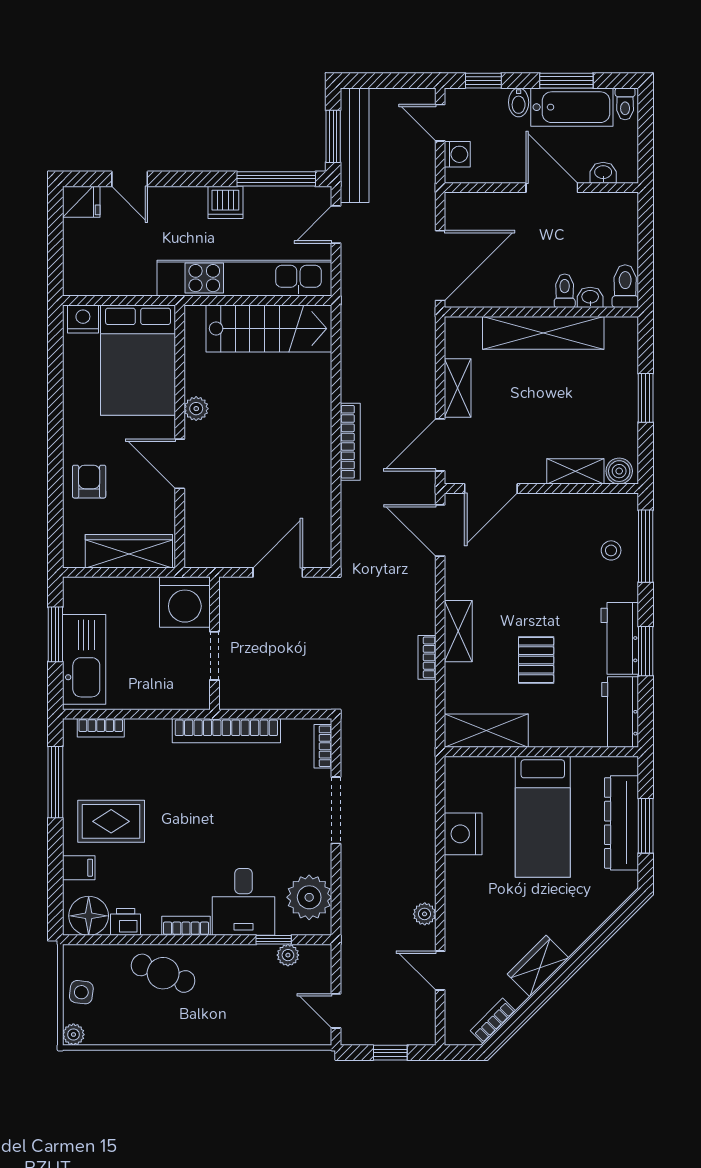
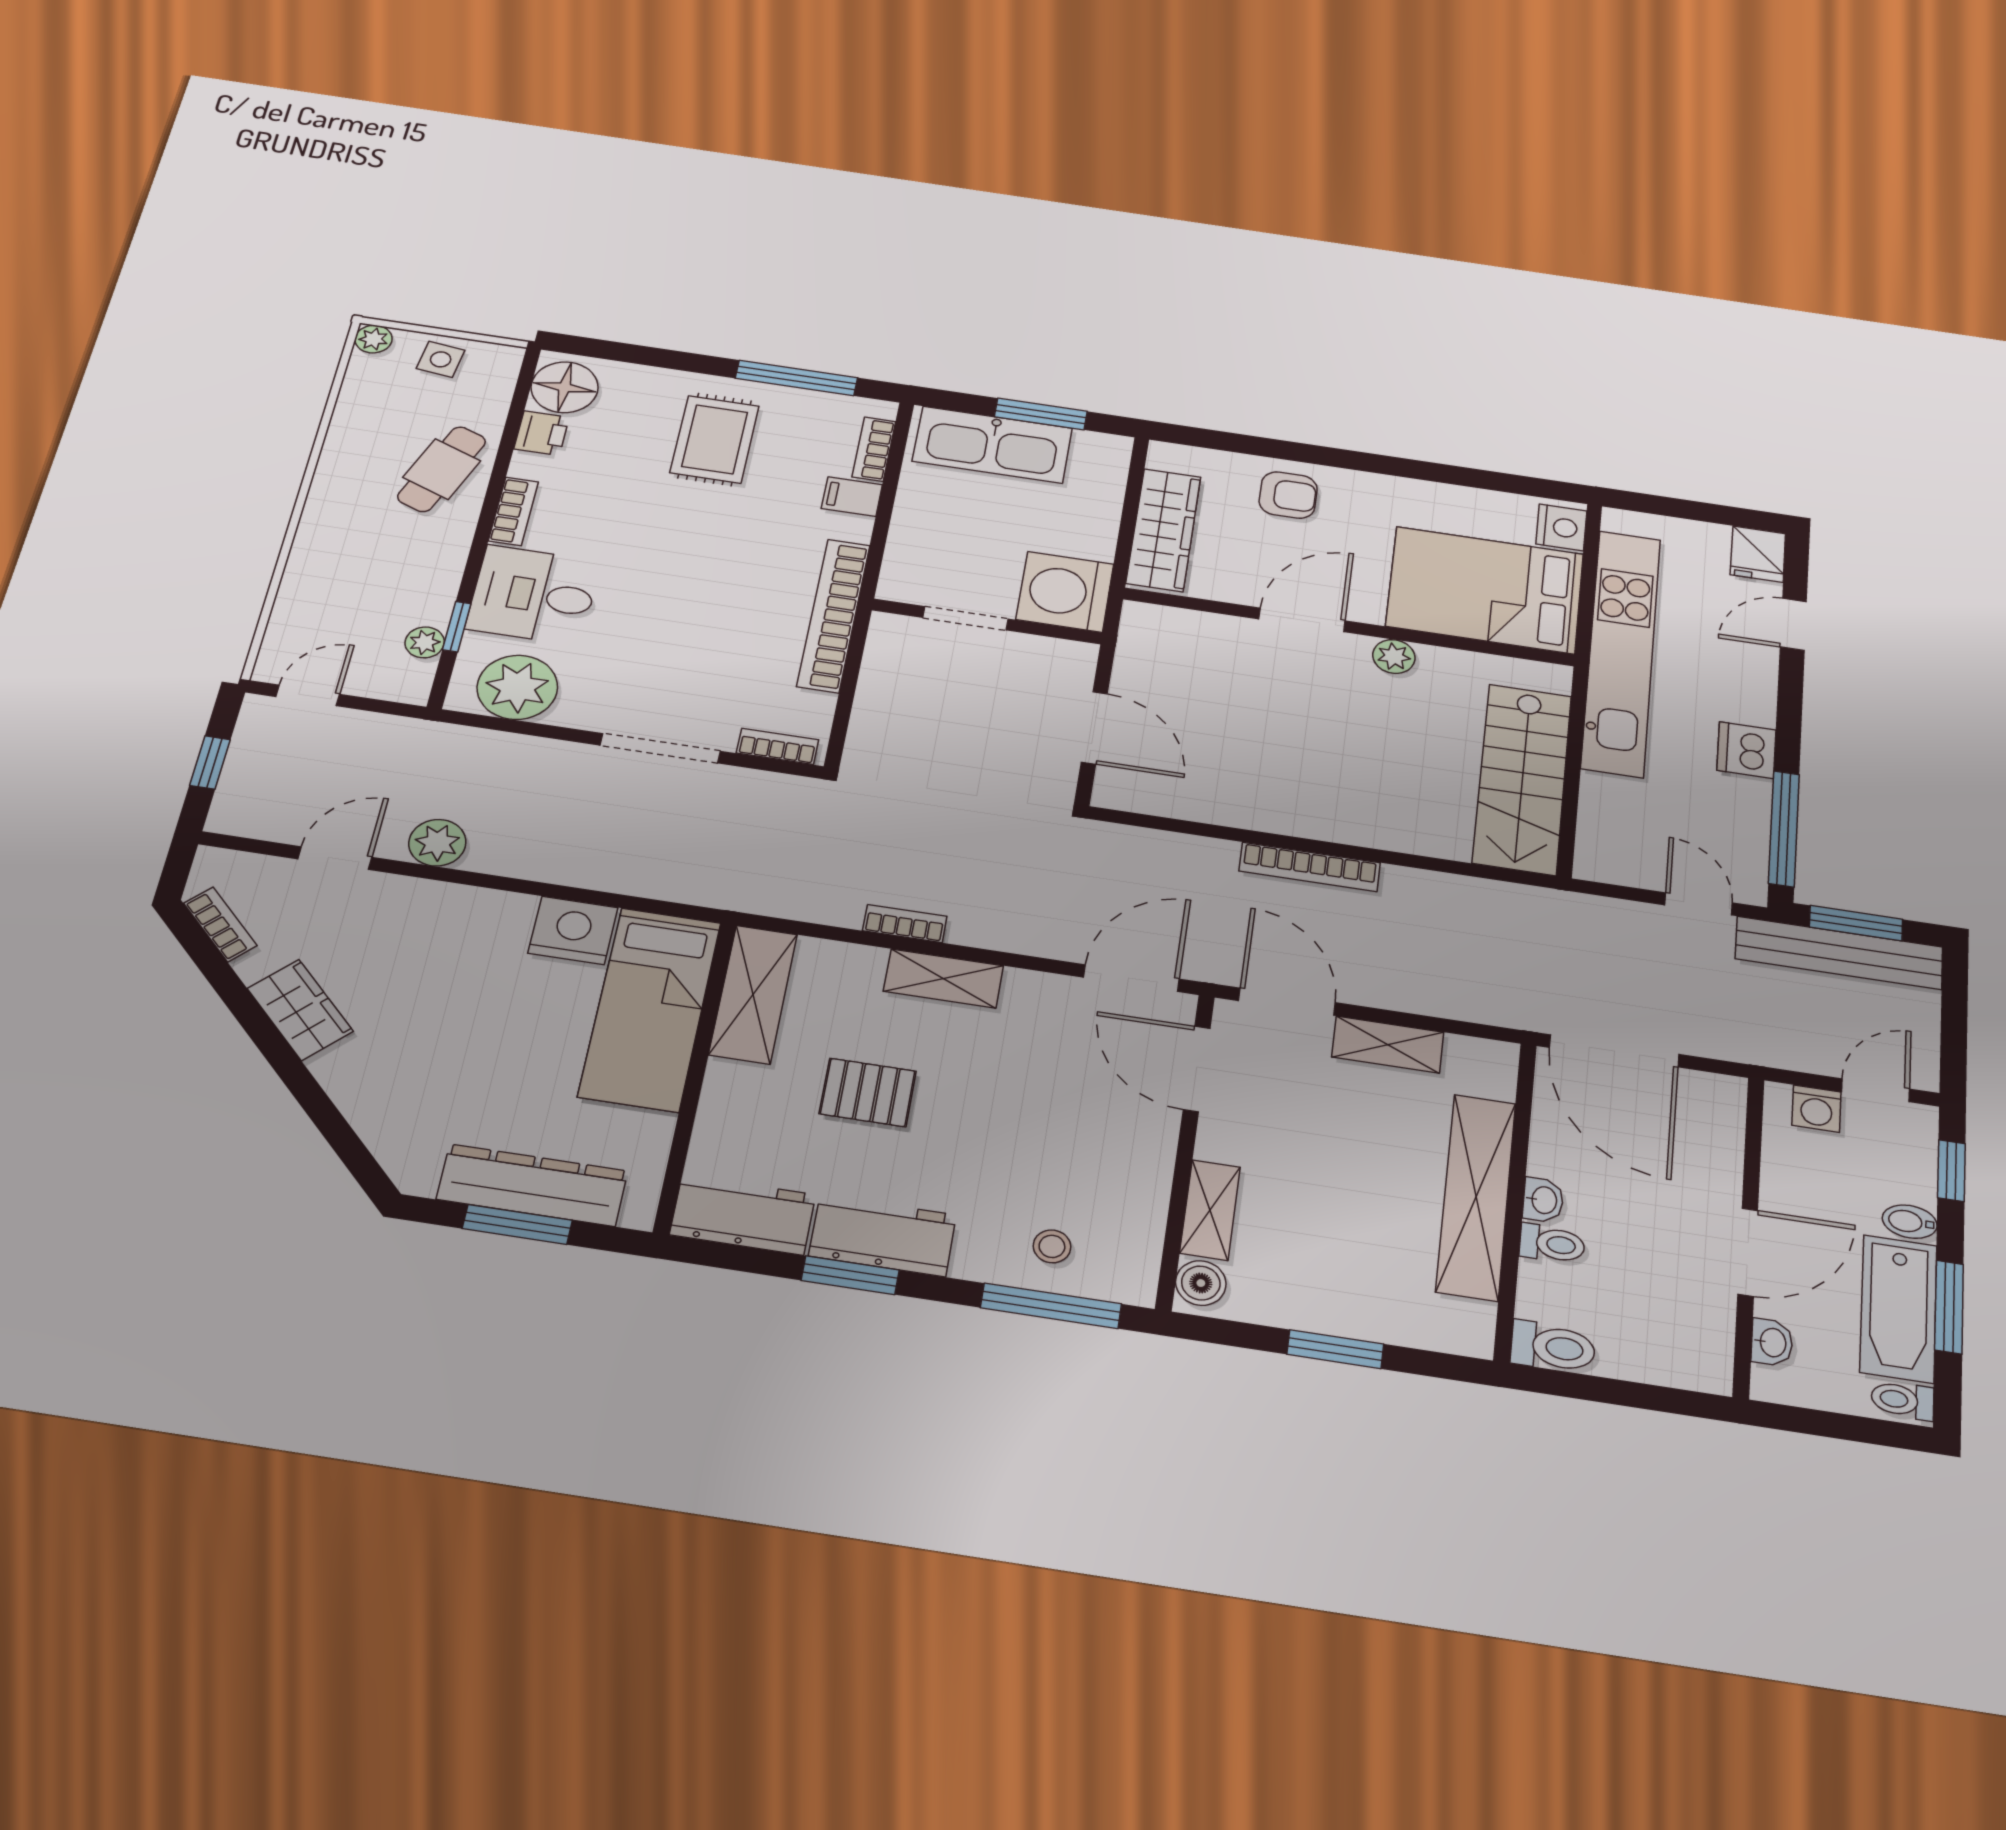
kitchen unit: (244, 278) -> (1621, 652), moved
washbasin: (590, 297) -> (1543, 1200), moved
bed: (543, 817) -> (650, 1009), moved, turned -90
filing cabinet: (79, 868) -> (852, 497), moved, turned 90
plant: (425, 914) -> (437, 843), width x1.38, depth x1.38

